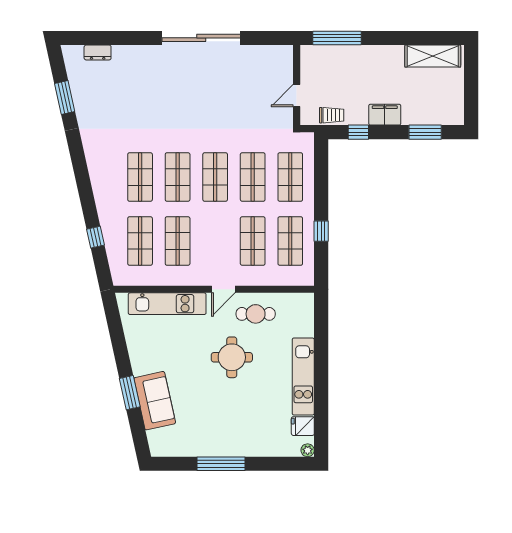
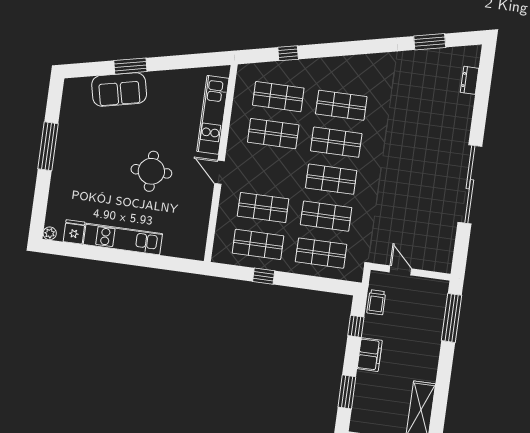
cafe table: (256, 314) -> (191, 201), removed

